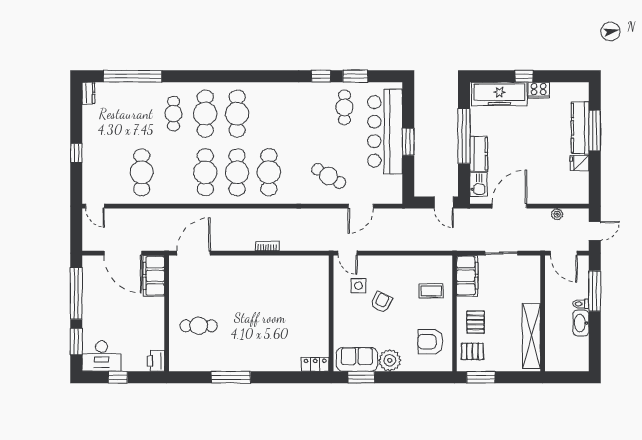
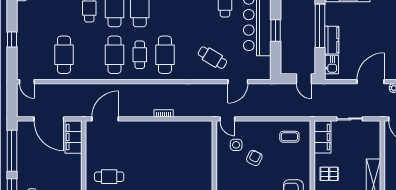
cafe table: (237, 172) -> (140, 55), width x0.73, depth x0.74
door: (509, 206) -> (371, 82), moved
coffee table: (431, 291) -> (289, 137), moved
pallet: (475, 322) -> (329, 174), turned 90

